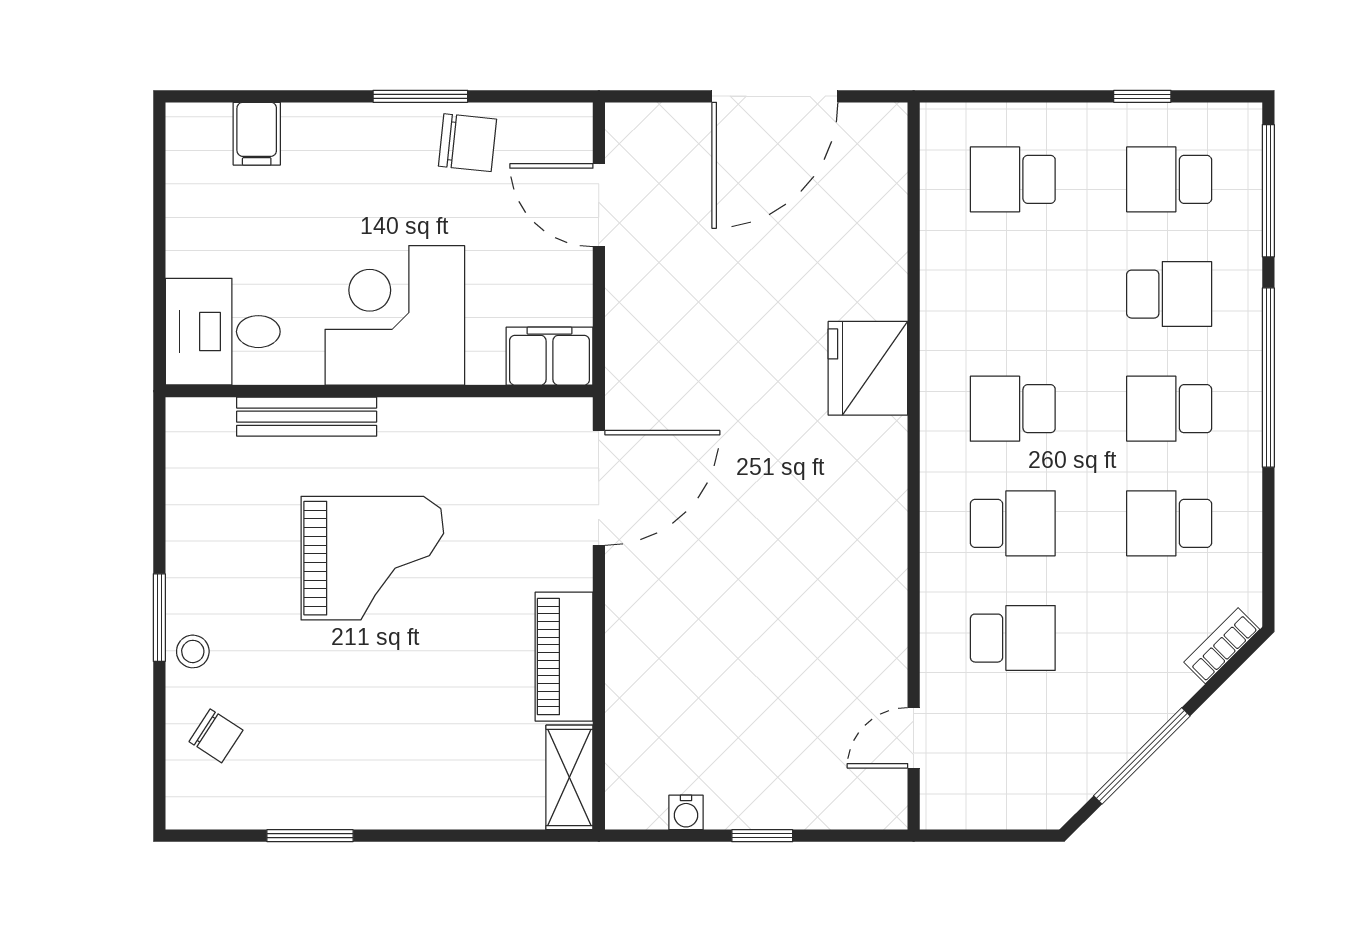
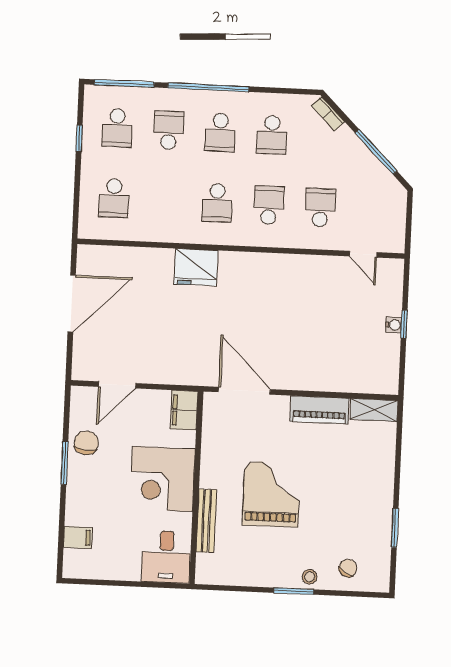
door: (775, 96) -> (72, 304), hinge flipped
water cooler: (686, 812) -> (394, 325), moved

